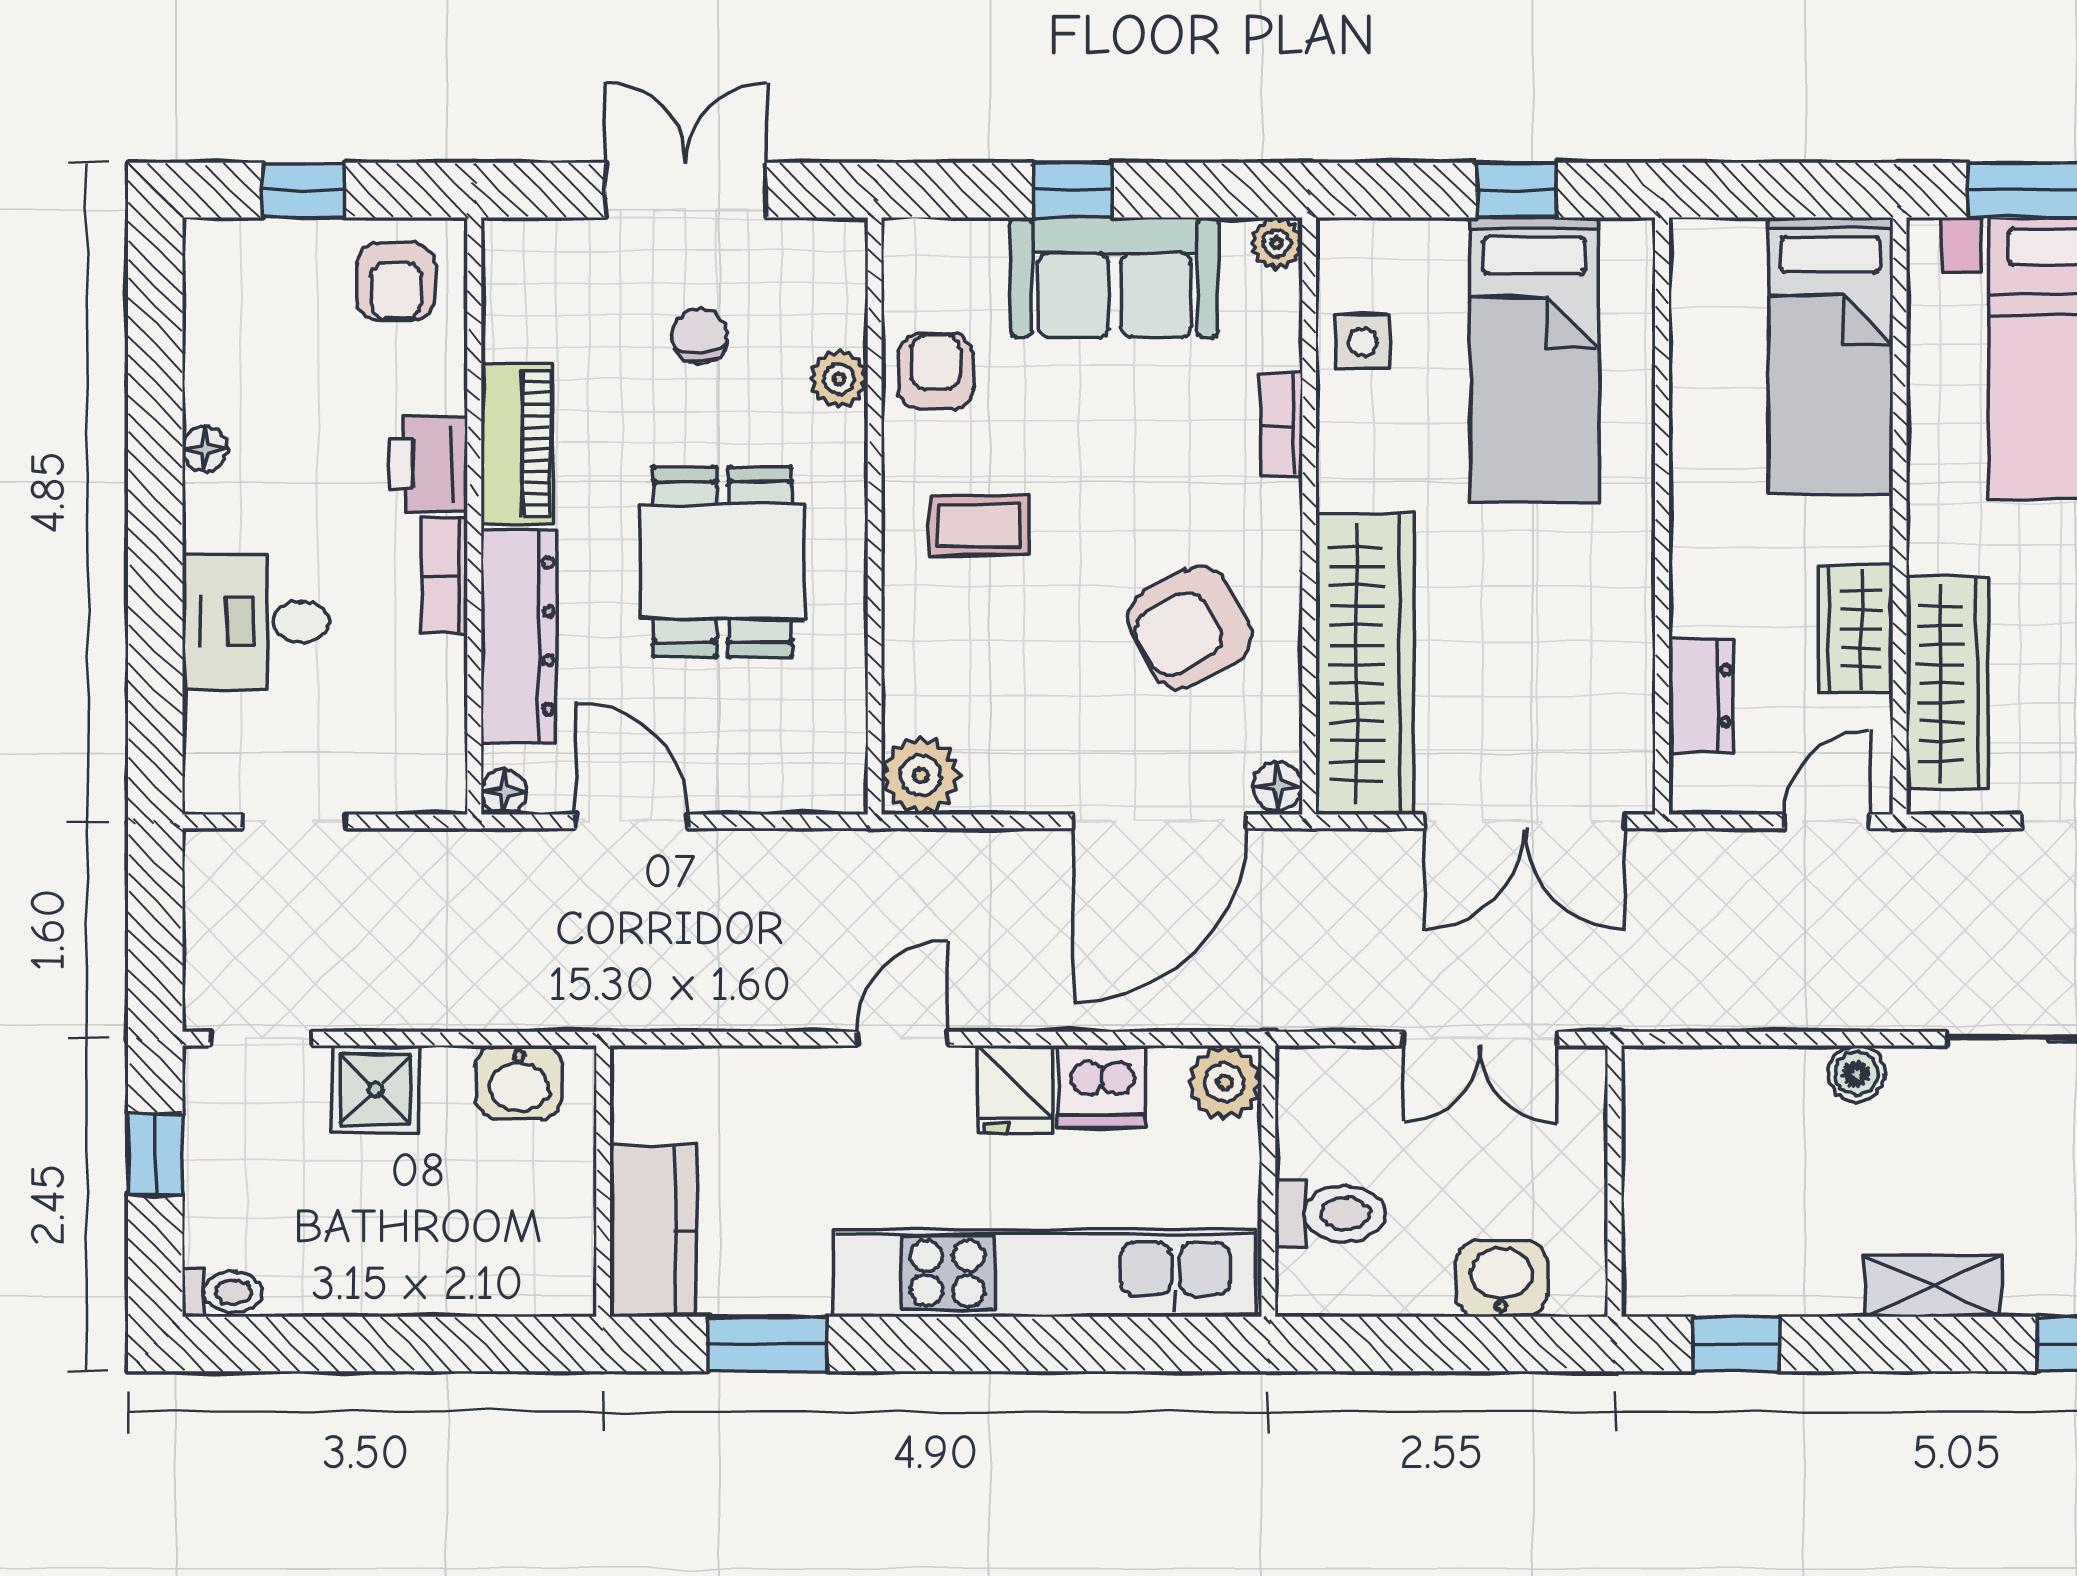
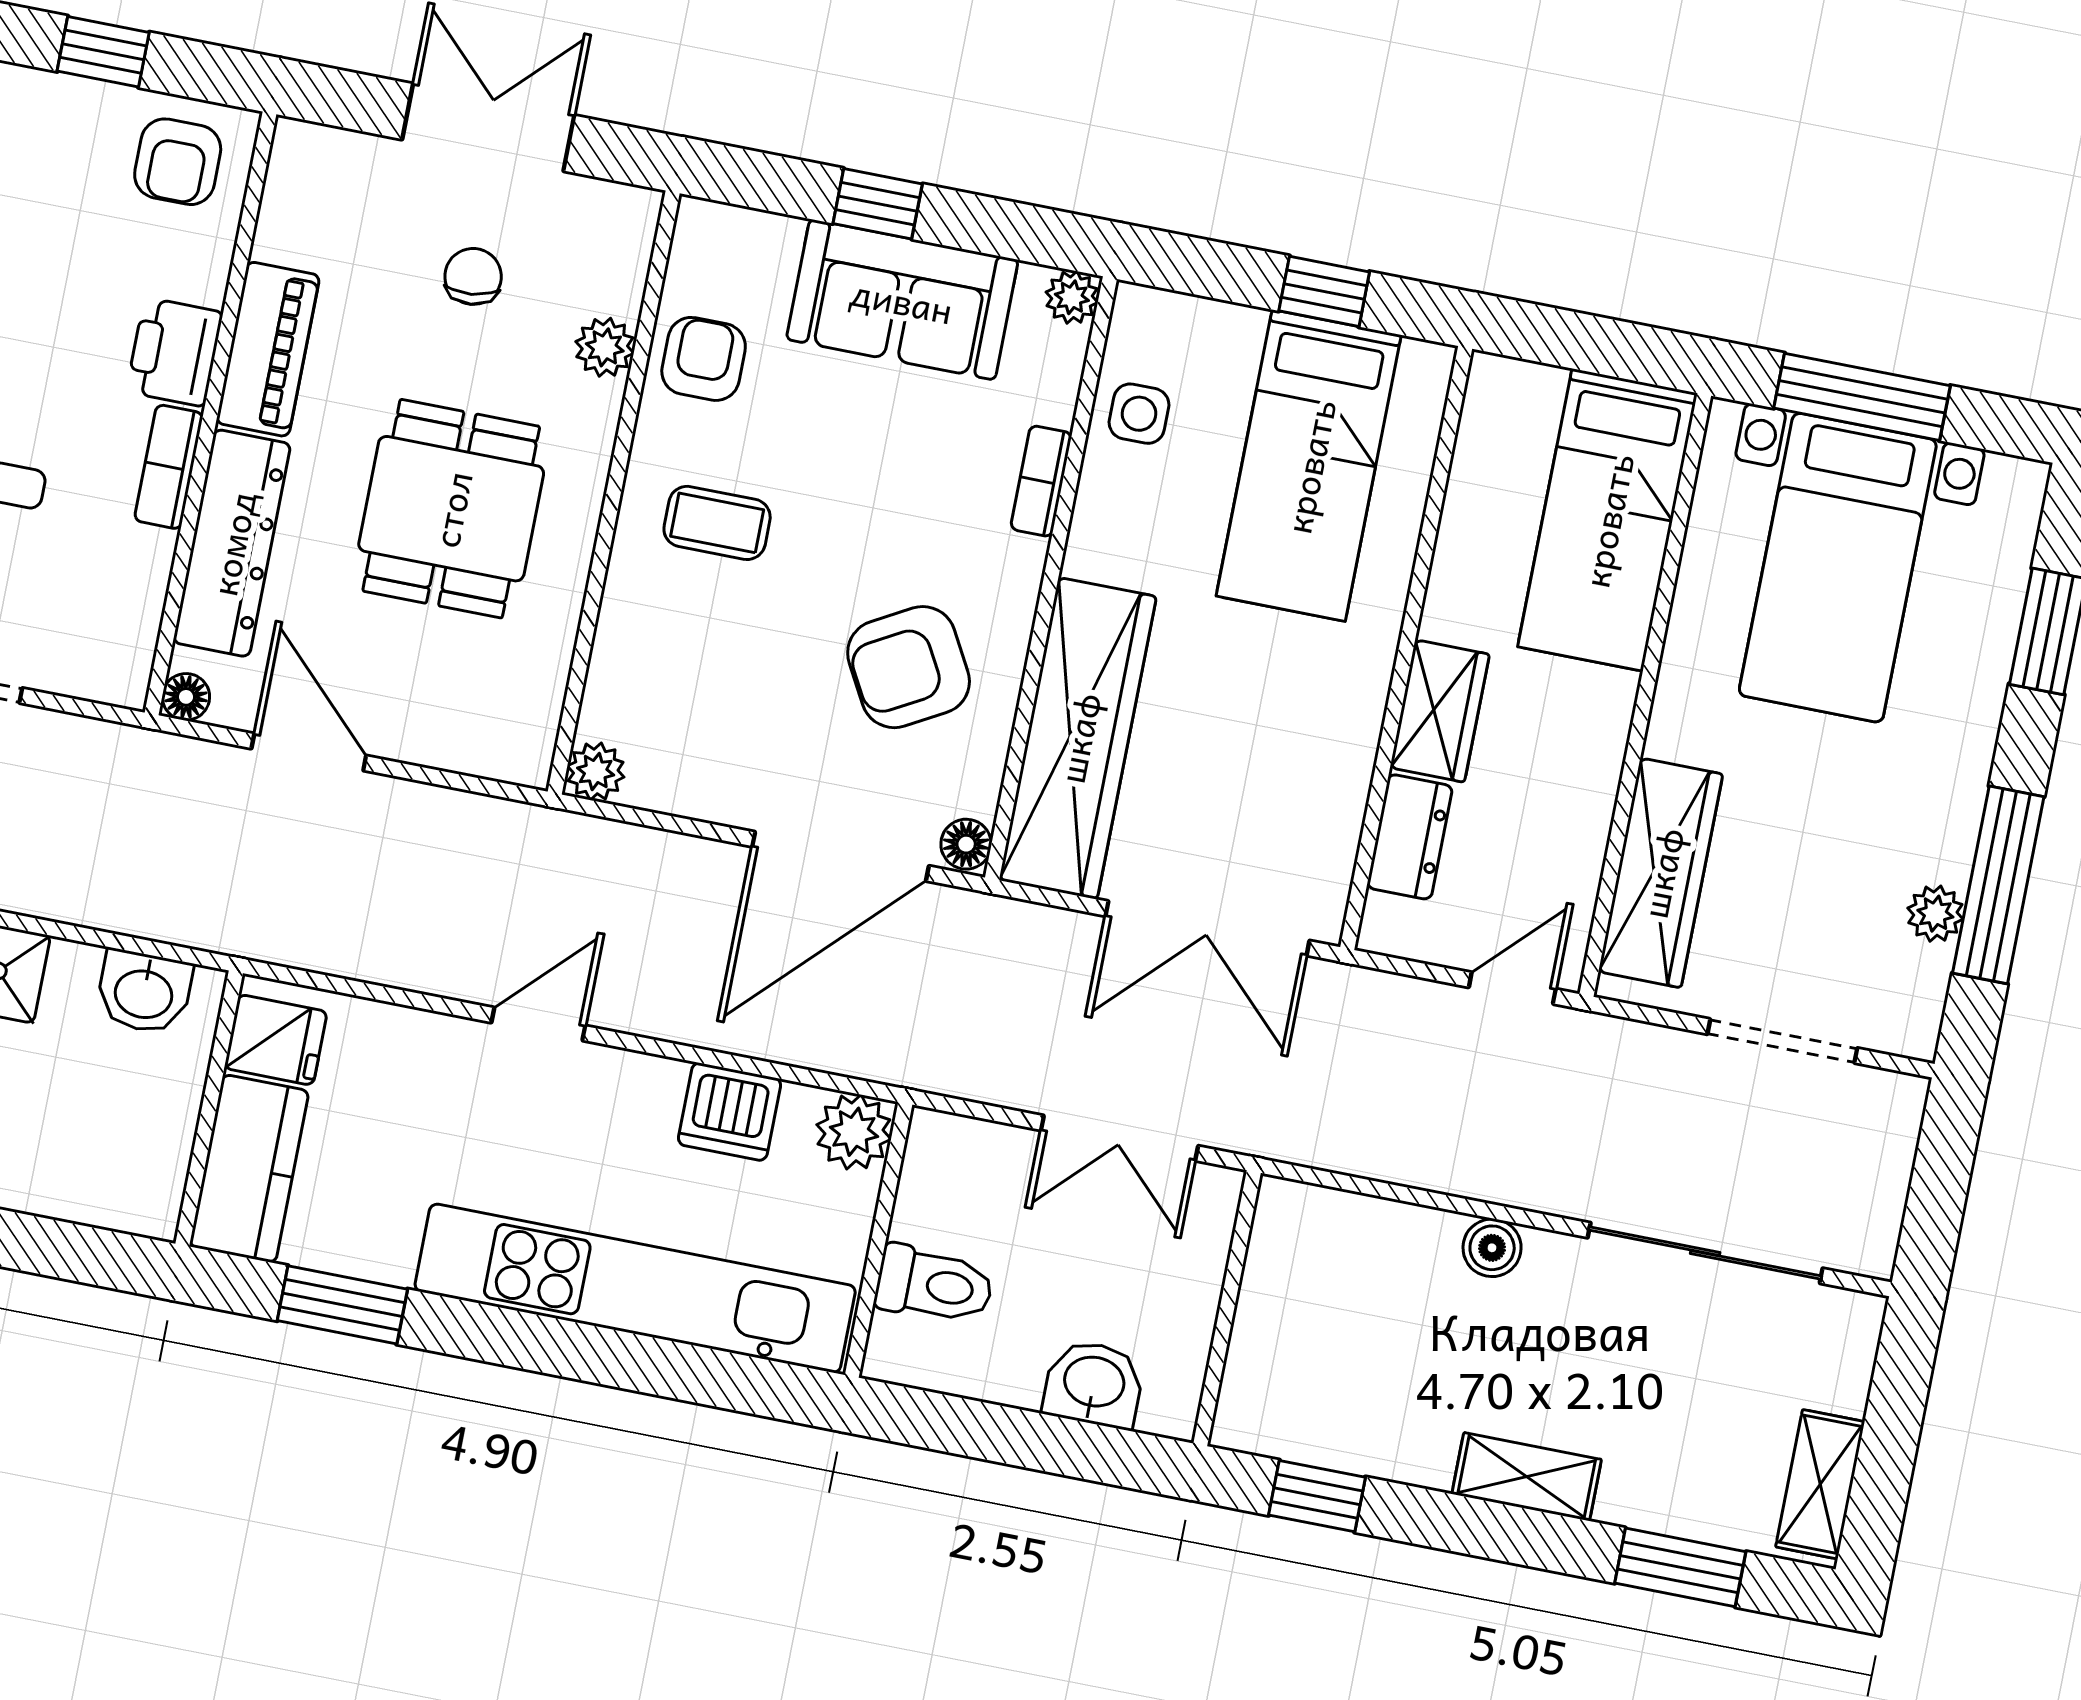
wardrobe: (1856, 629) -> (1440, 711), moved, turned 180
plant: (920, 776) -> (596, 772), width x0.73, depth x0.73
fridge: (1015, 1089) -> (276, 1040), moved, turned -90

